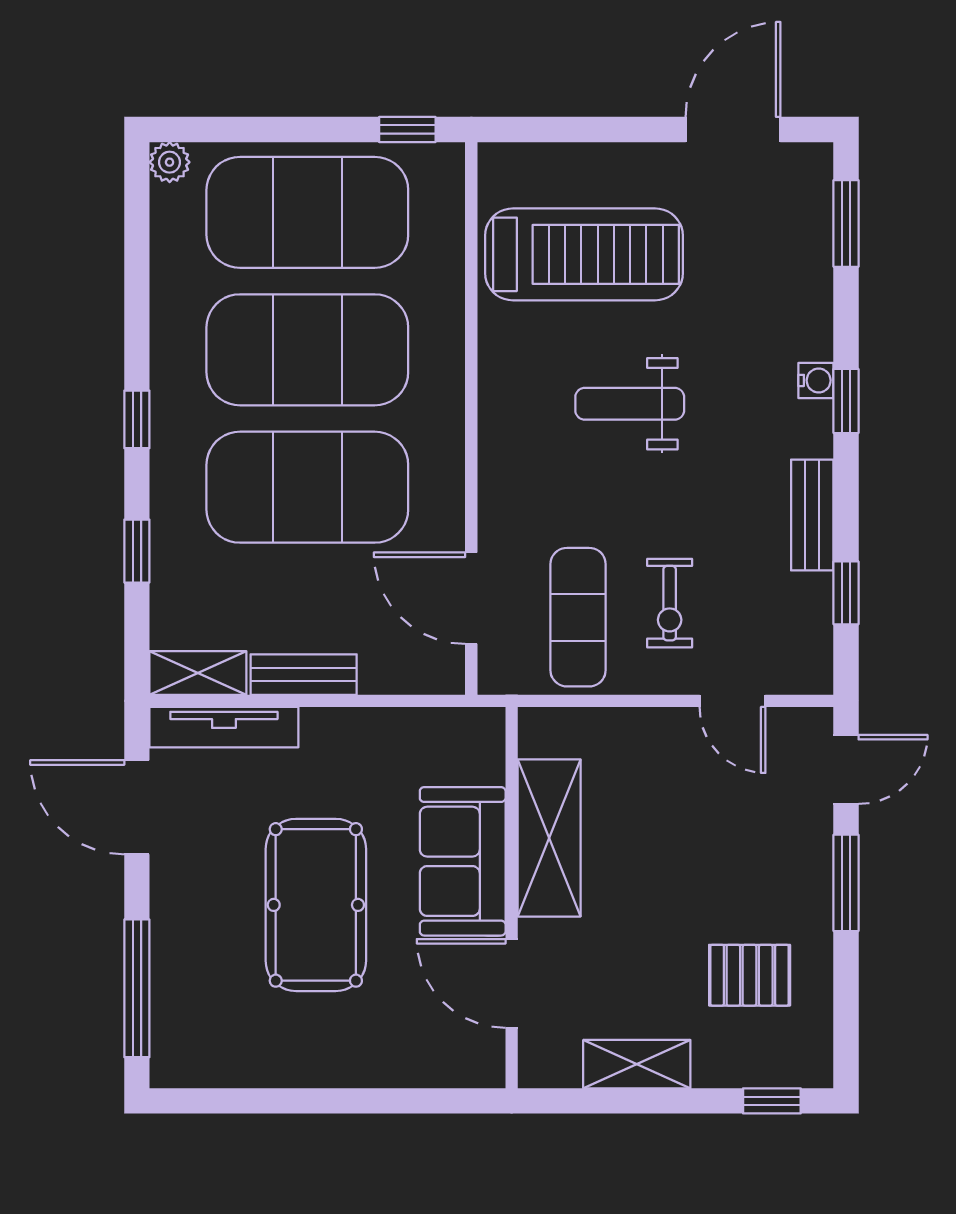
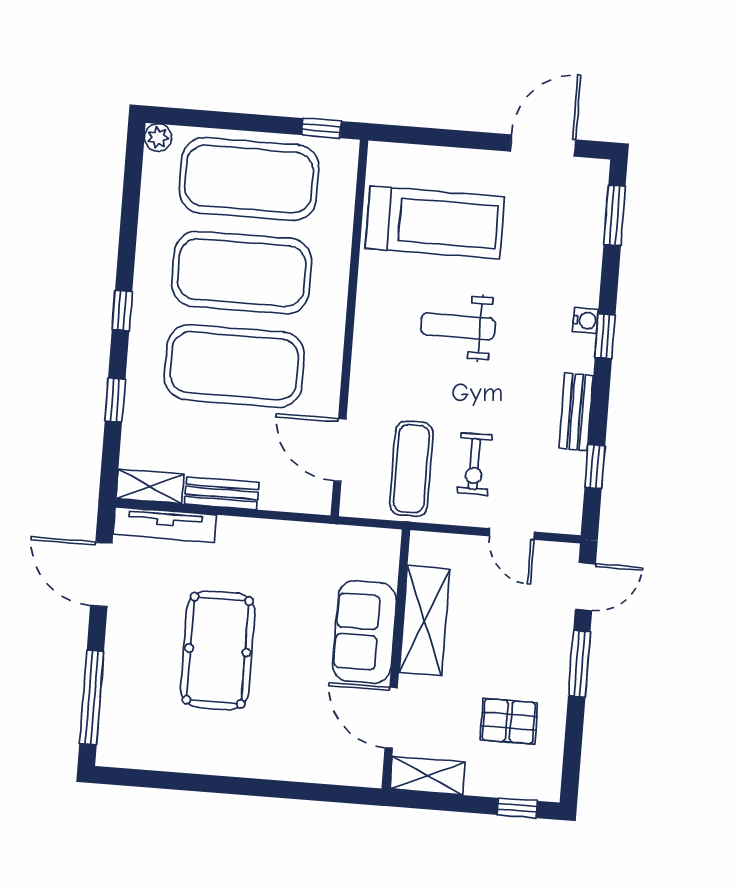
shelving: (549, 838) -> (424, 621), moved
sofa: (463, 861) -> (364, 632), moved
wall: (512, 898) -> (396, 659), moved
door: (512, 983) -> (391, 718), moved

